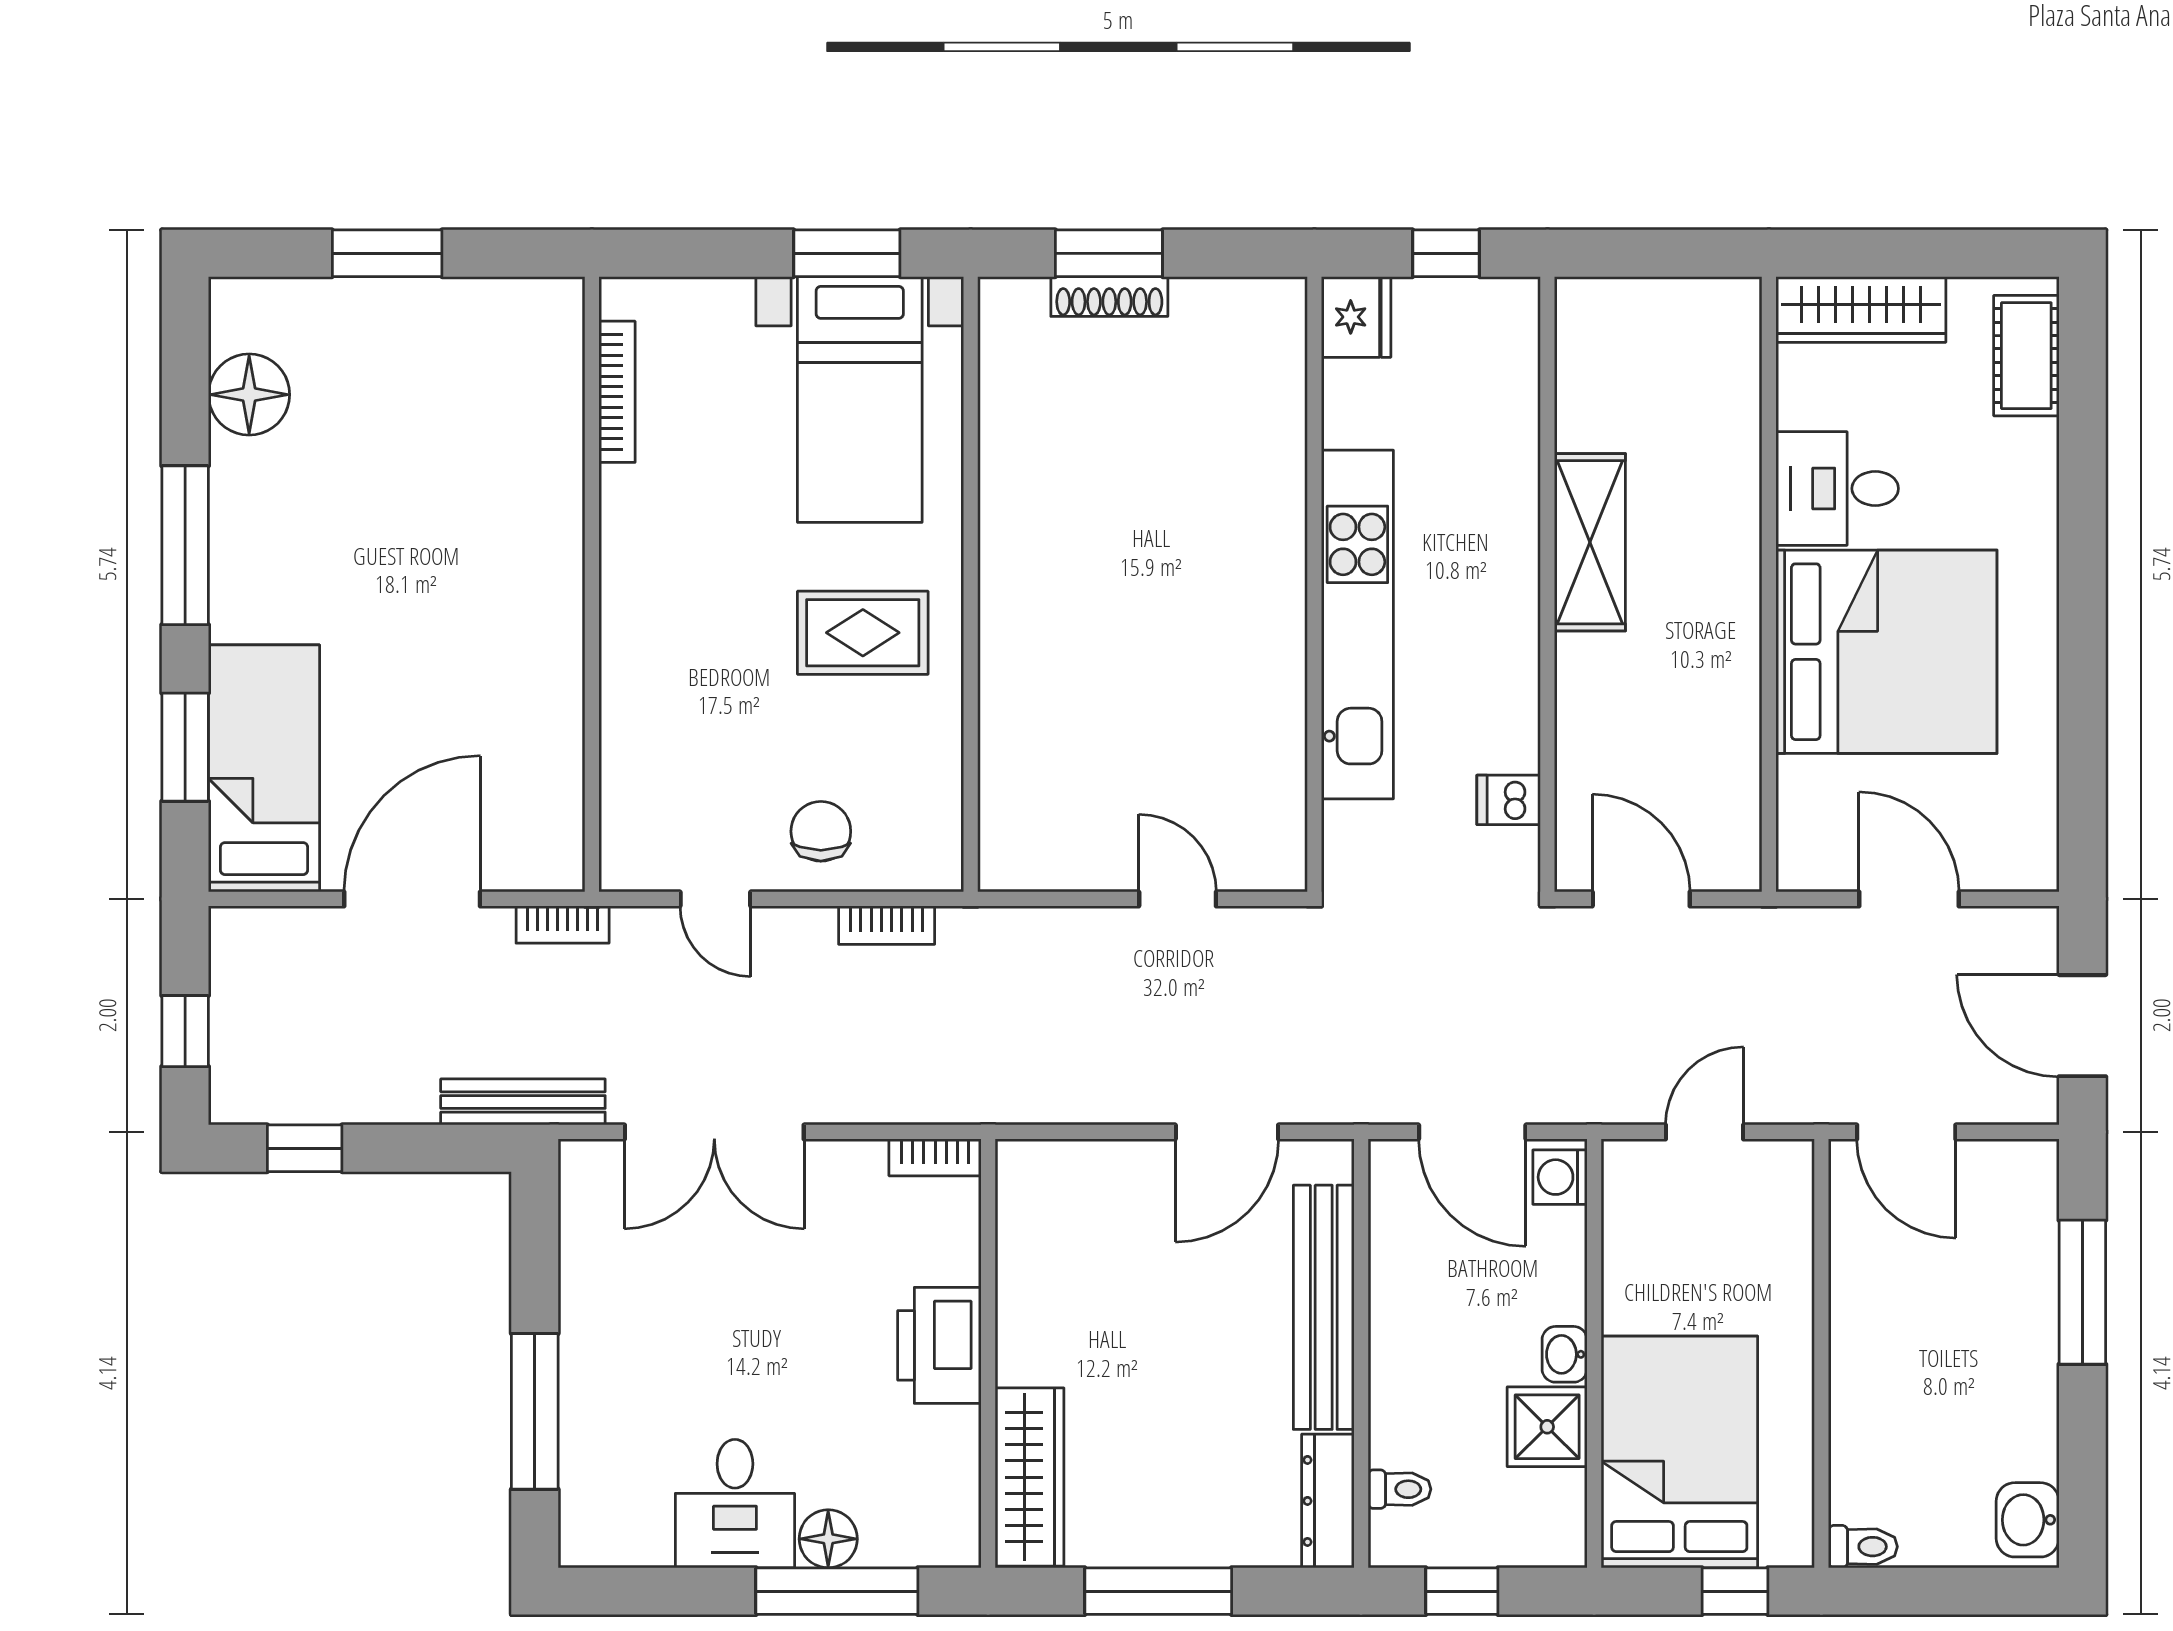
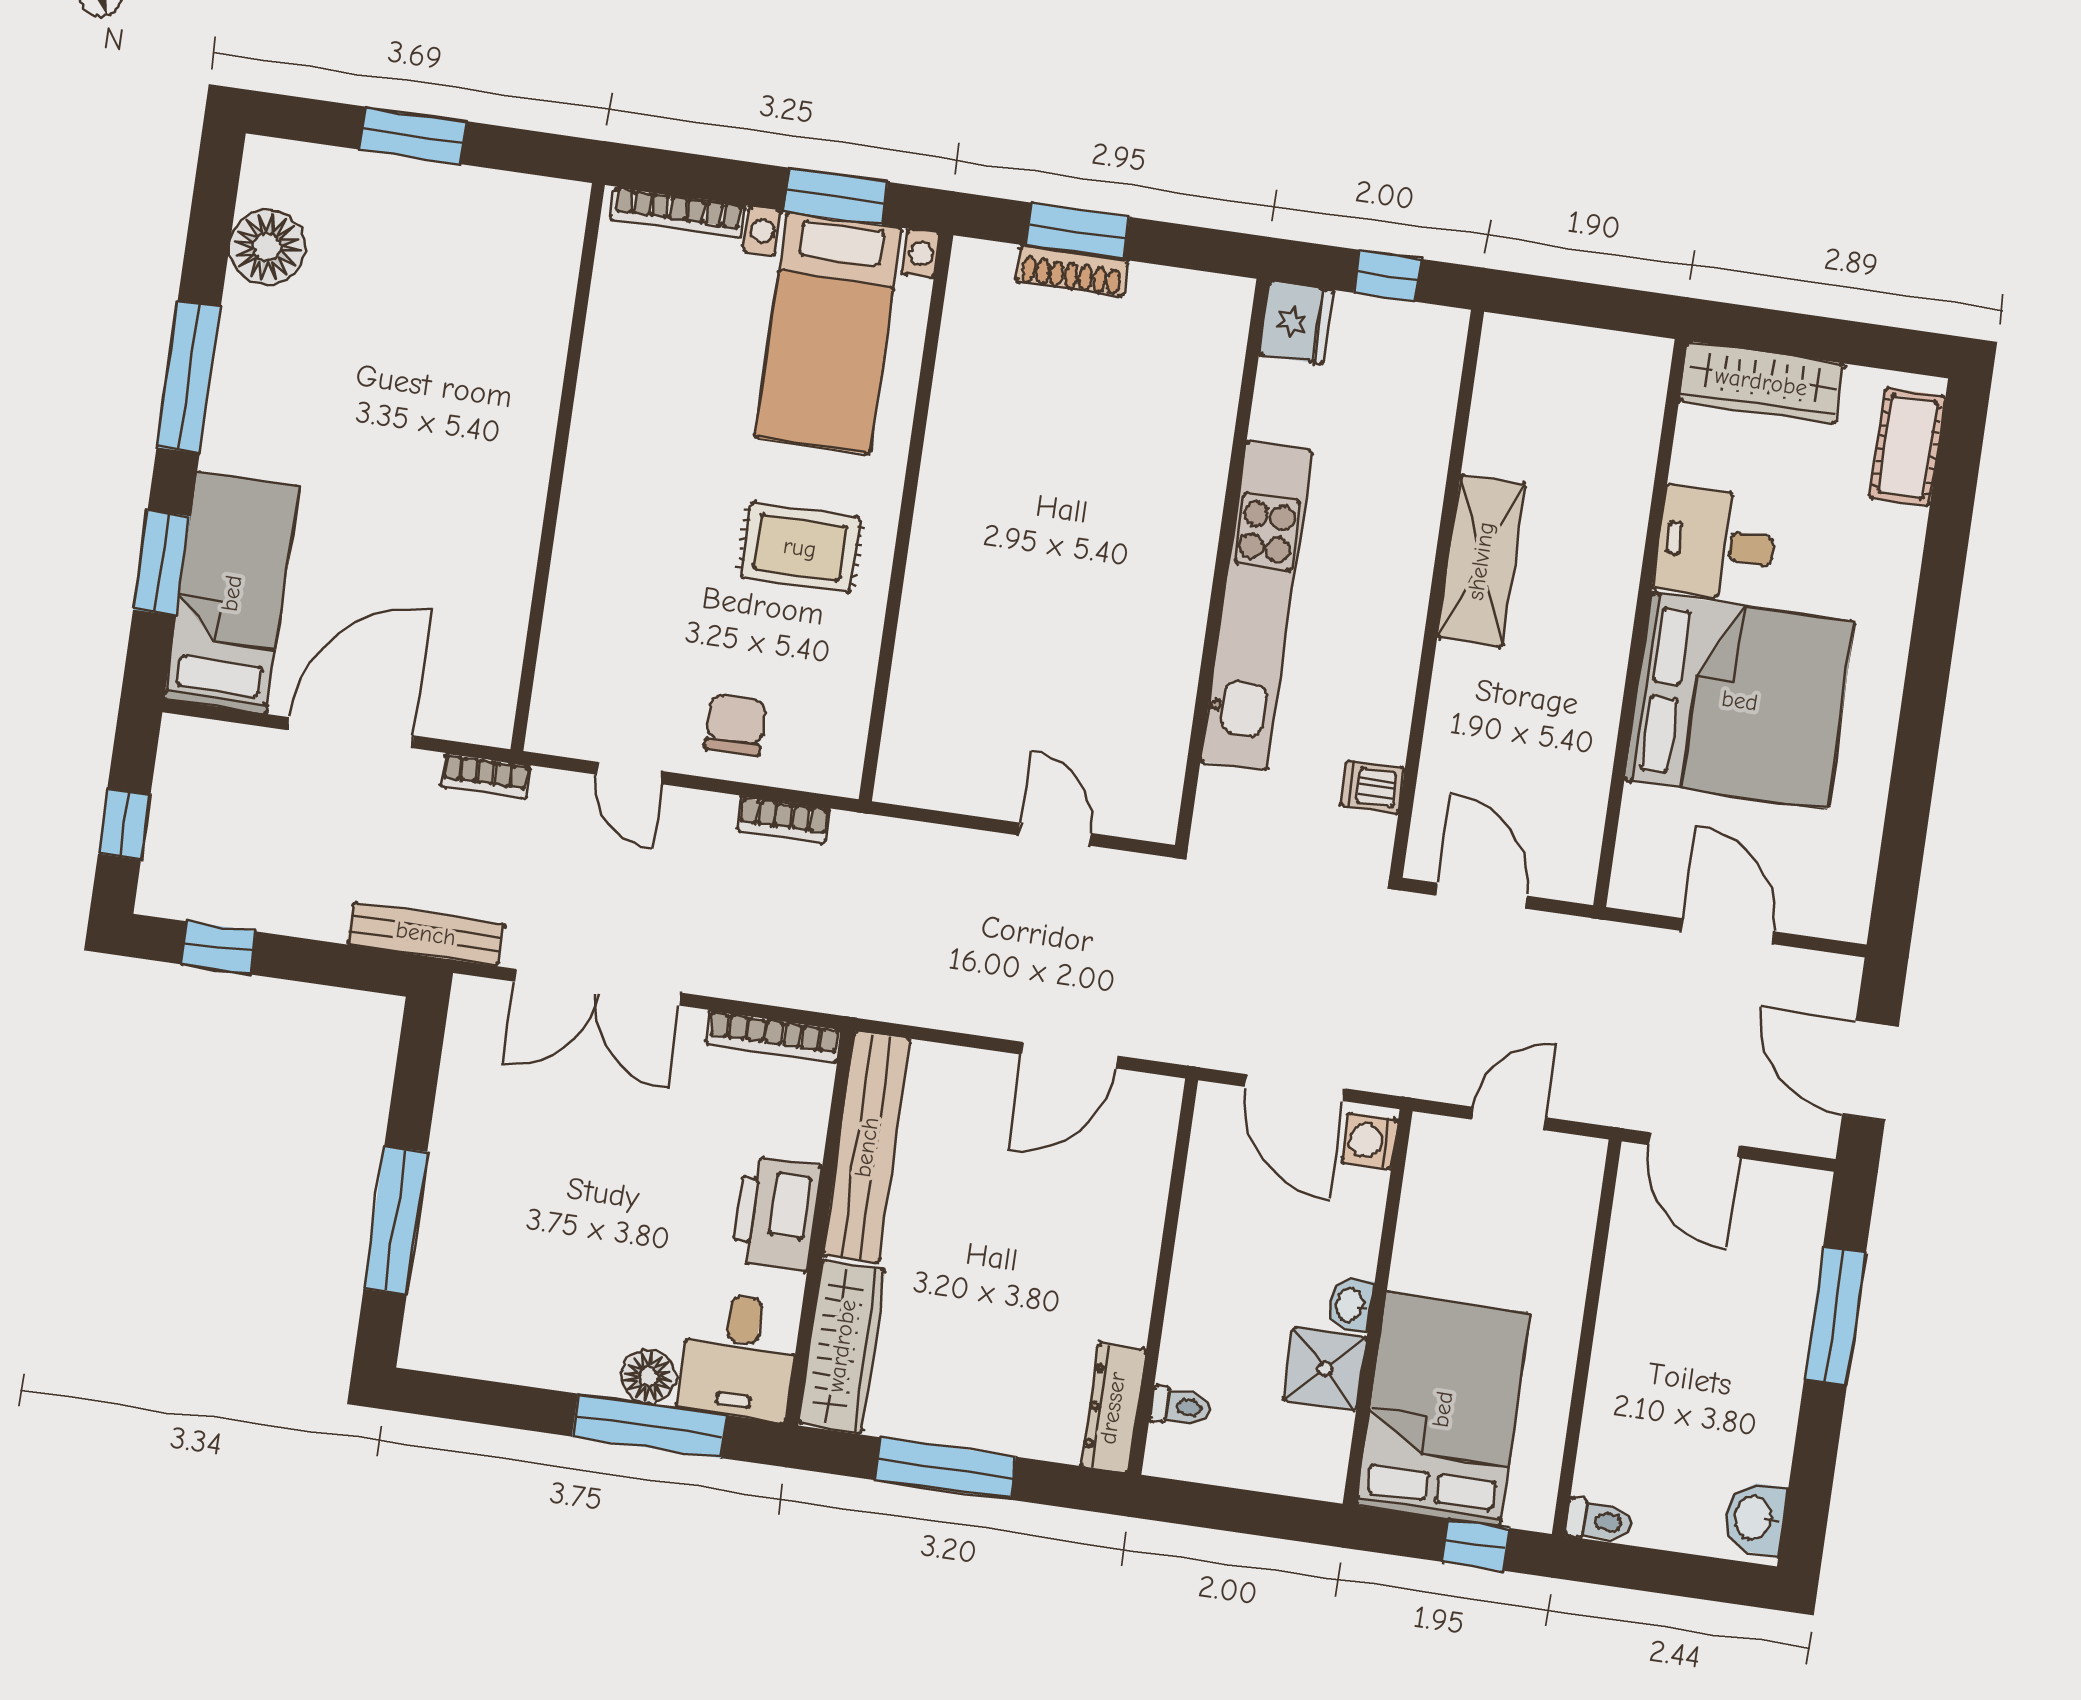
bookcase: (617, 392) -> (678, 212), moved, turned 90
bookcase: (935, 1157) -> (773, 1036), width x1.56
bench: (1324, 1307) -> (867, 1147), moved
desk: (735, 1504) -> (739, 1357), moved
window: (1462, 1591) -> (1225, 1509), removed

